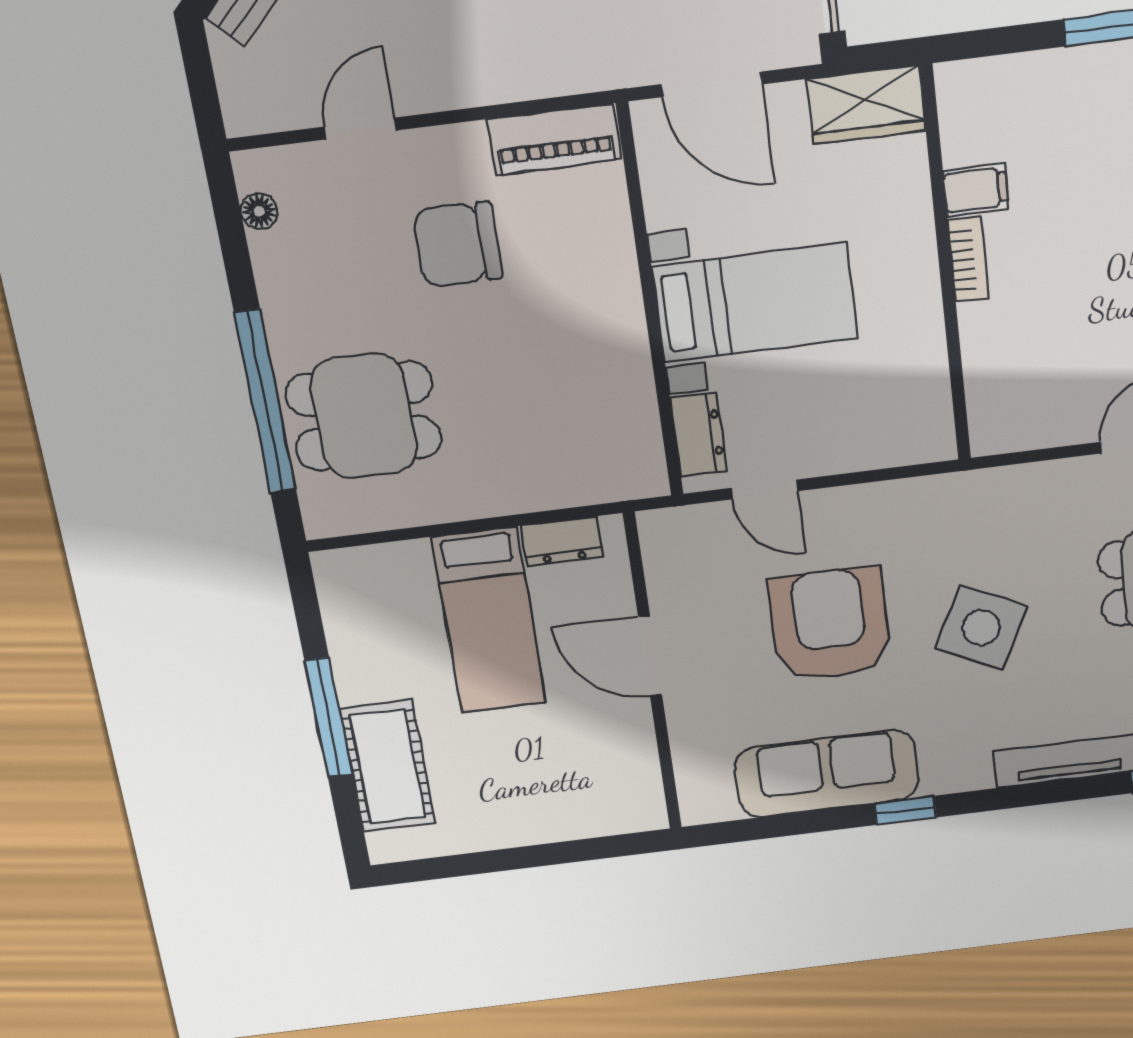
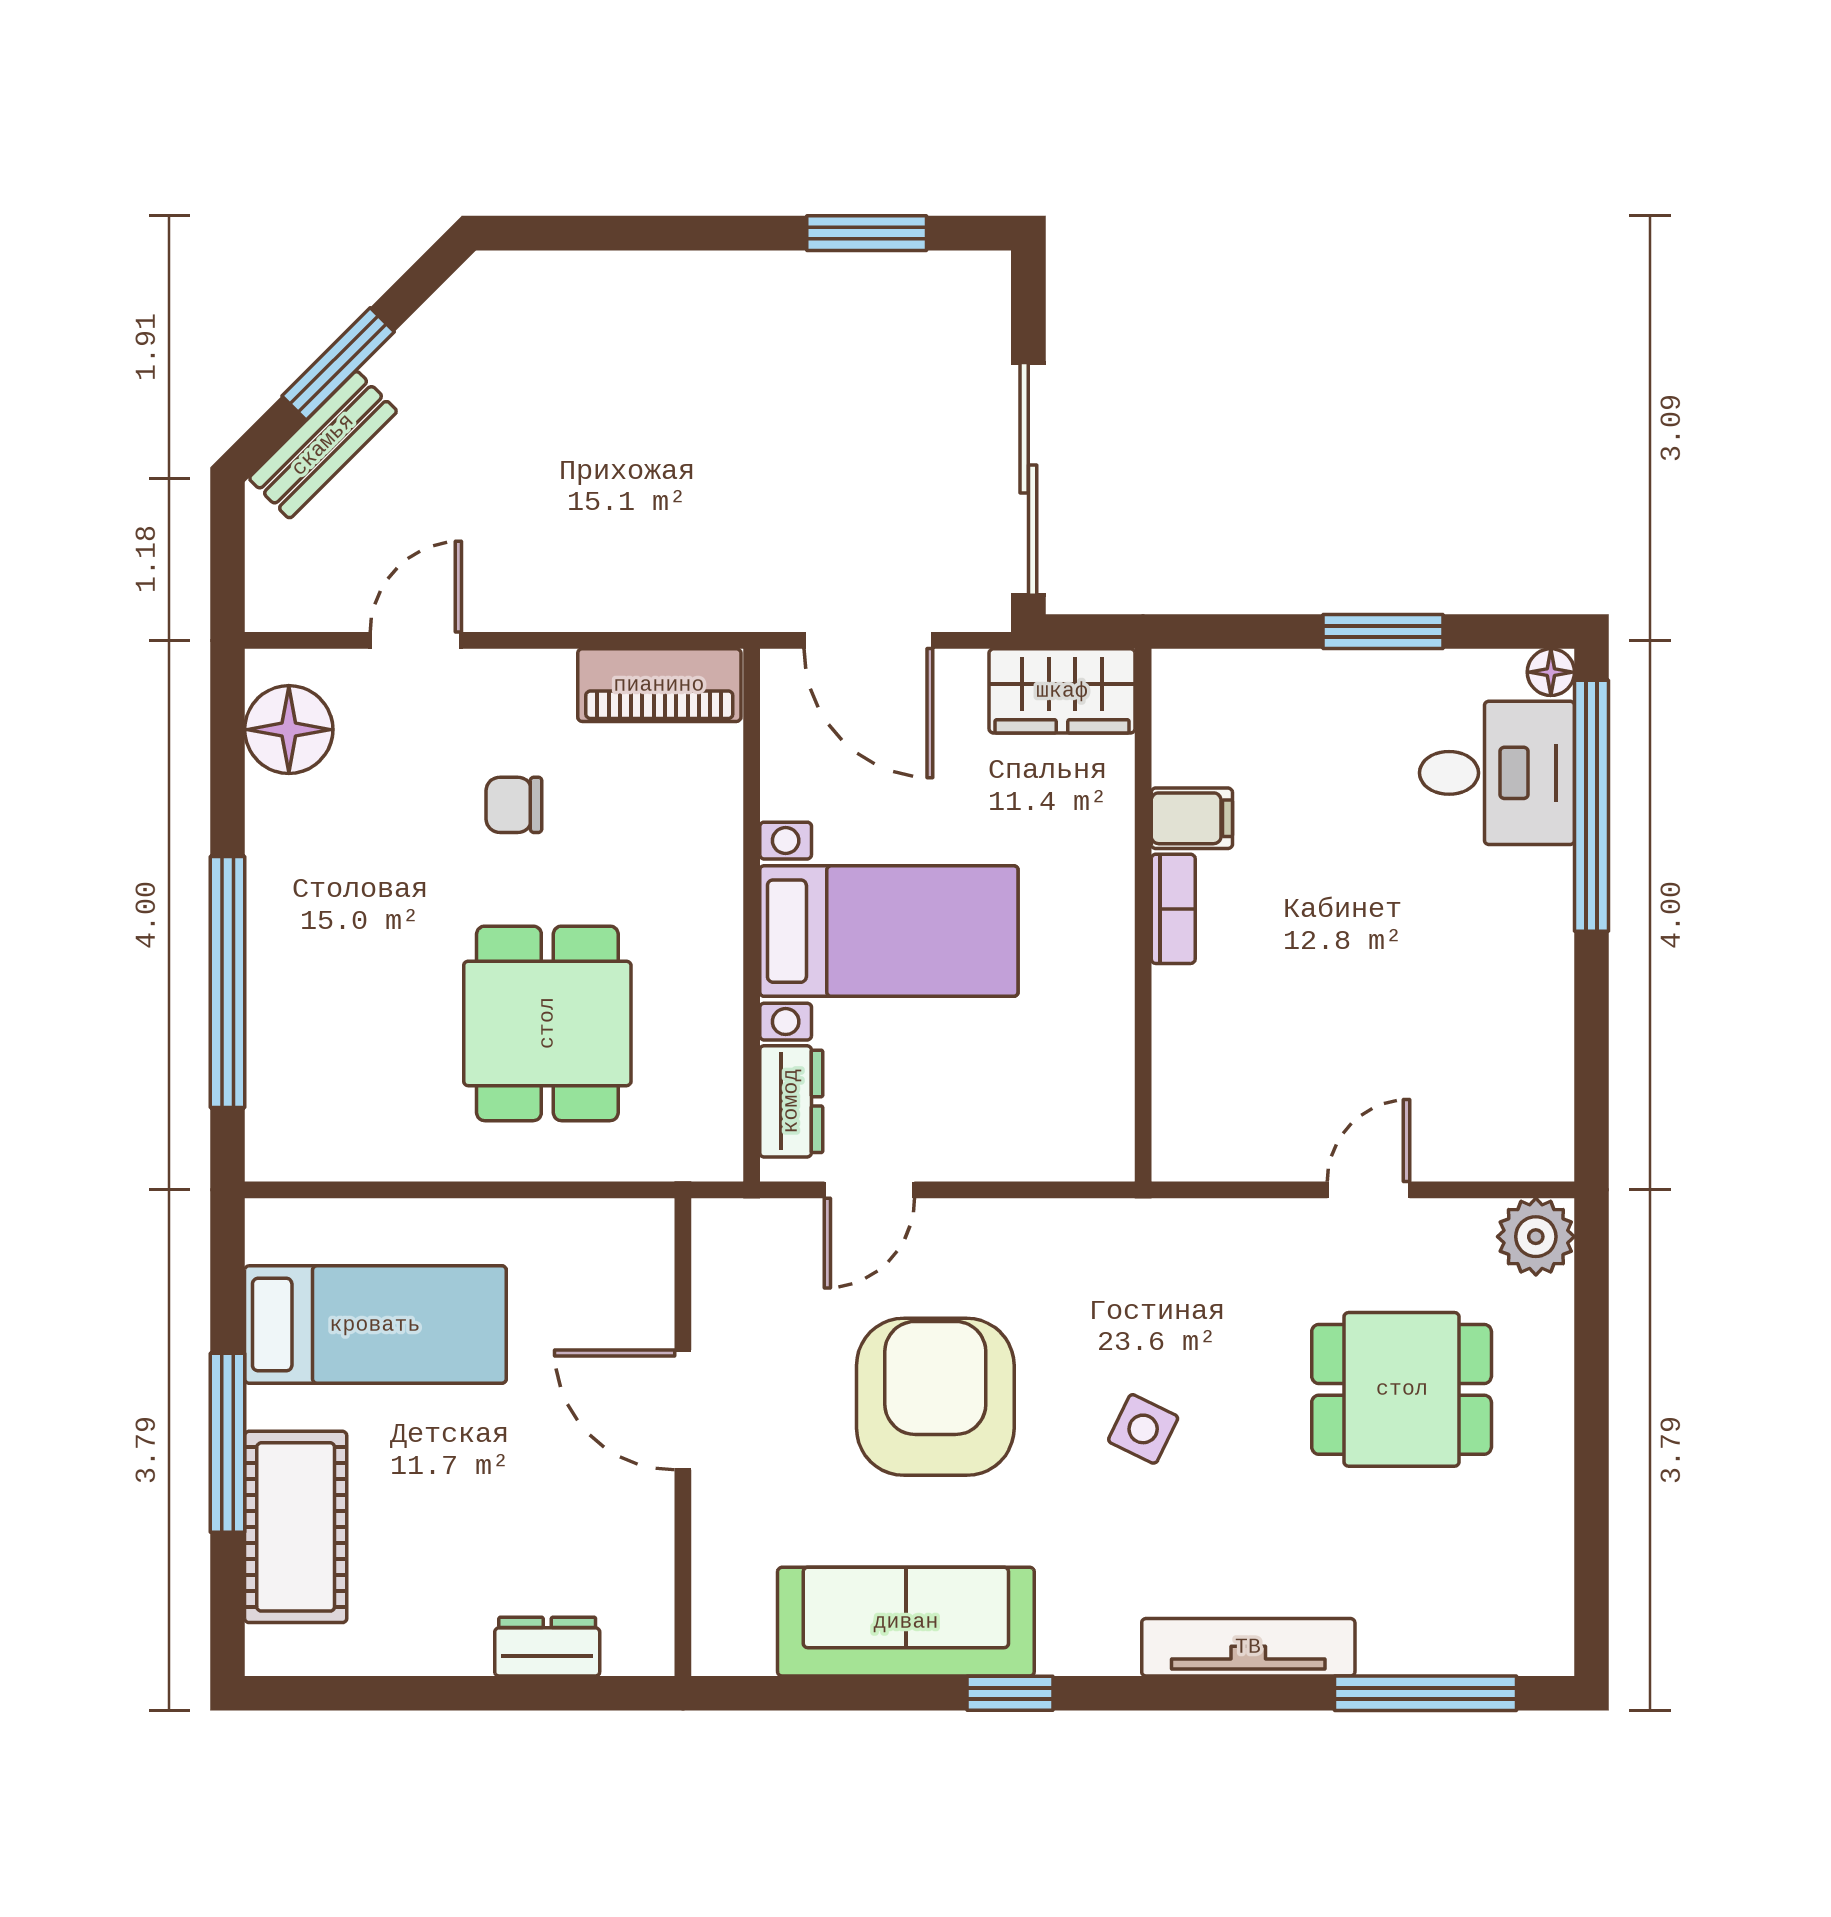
floor lamp: (259, 211) -> (289, 730), width x1.89, depth x1.89
chair: (457, 245) -> (514, 805), width x0.54, depth x0.54
dining table: (364, 416) -> (547, 1023), moved, turned 90
door: (764, 489) -> (869, 1190), hinge flipped
dresser: (562, 541) -> (547, 1647), moved, turned 180
bed: (489, 621) -> (375, 1325), moved, turned -90
side table: (981, 628) -> (1143, 1429), width x0.54, depth x0.54

